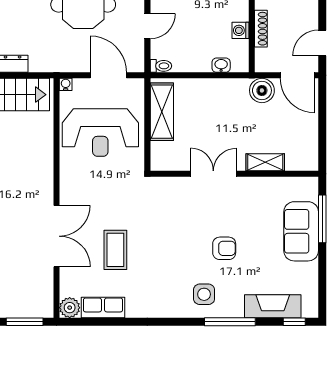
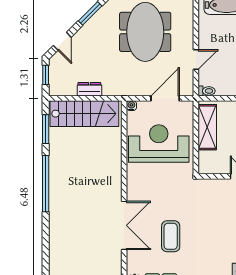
door: (108, 75) -> (165, 98), hinge flipped
reception desk: (100, 132) -> (159, 144), turned 180

